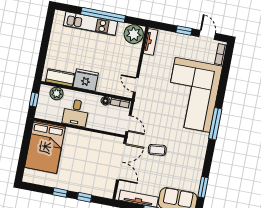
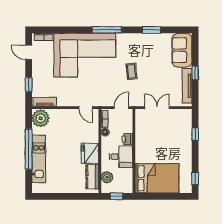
window: (184, 30) -> (29, 85), moved
door: (207, 35) -> (29, 52), hinge flipped
door: (136, 85) -> (86, 108), hinge flipped
printer: (93, 123) -> (127, 139), added
coffee table: (157, 150) -> (132, 71), moved
double door: (121, 162) -> (157, 108), width x0.73
window: (203, 187) -> (152, 30), moved
window: (60, 193) -> (195, 179), moved

